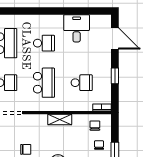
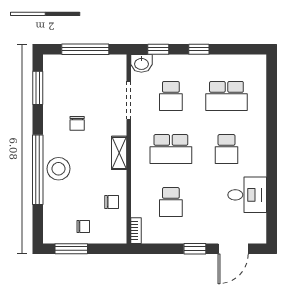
window: (115, 76) -> (195, 249), moved
shelving: (60, 119) -> (119, 153), moved
chair: (95, 126) -> (112, 202), moved

